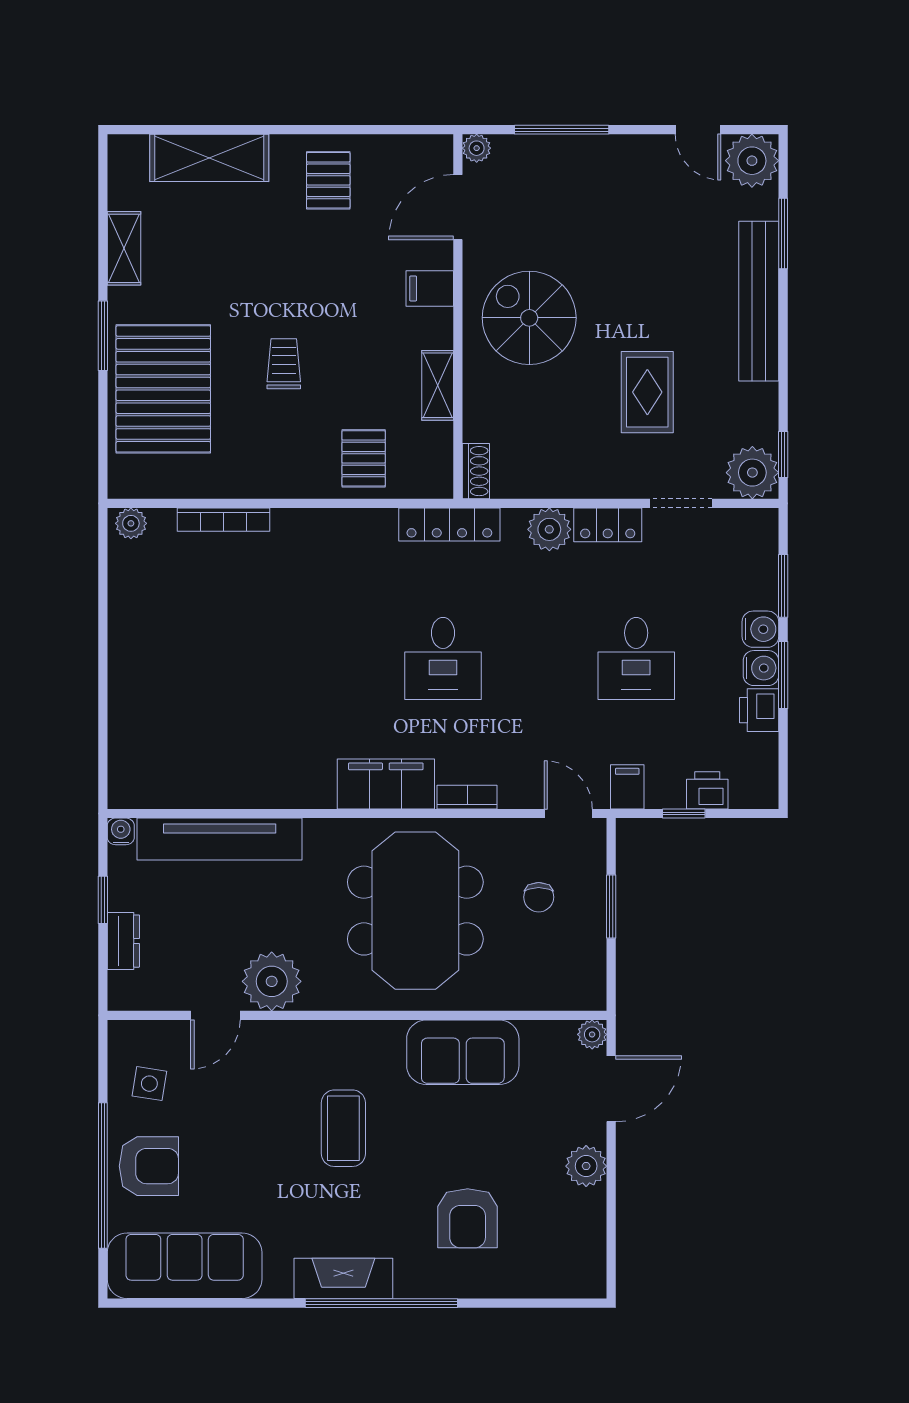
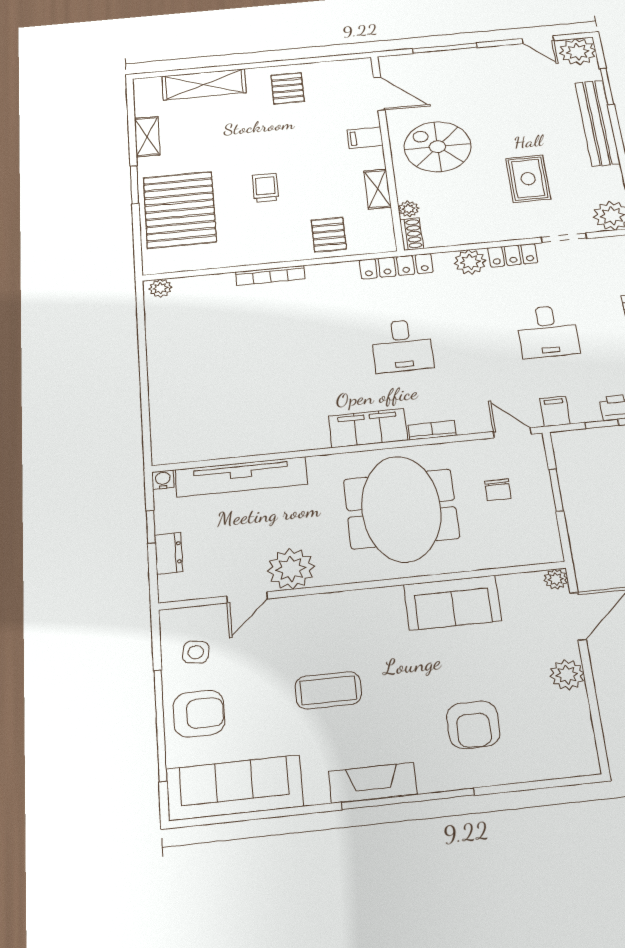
plant: (477, 148) -> (409, 209), moved
door: (458, 207) -> (379, 94), swing flipped
bookcase: (223, 520) -> (270, 275), moved
coffee table: (343, 1128) -> (328, 690), moved, turned 90

